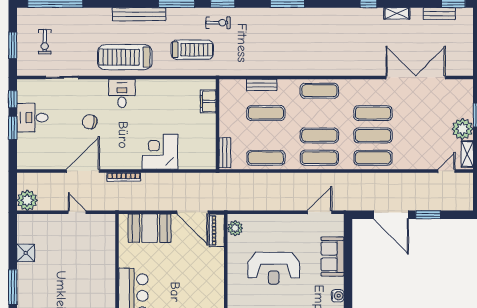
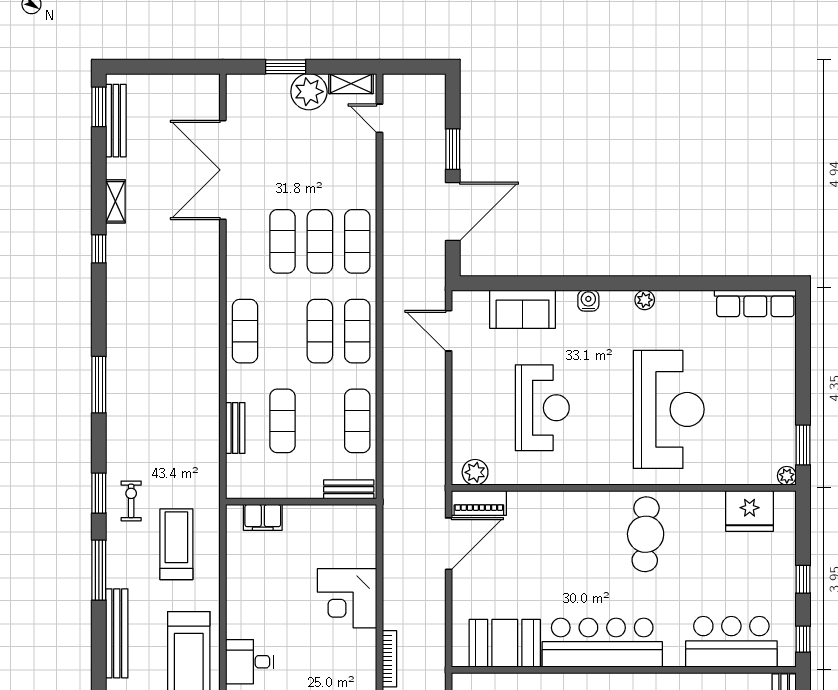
bench: (439, 14) -> (116, 121), width x1.36
booth: (150, 228) -> (505, 643), moved, turned 90

